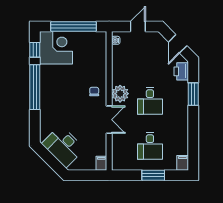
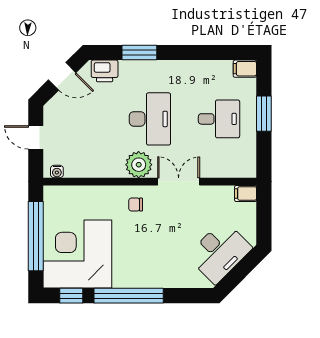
corner desk: (56, 48) -> (77, 254), width x1.36, depth x1.36
desk: (150, 101) -> (150, 119), width x1.37

